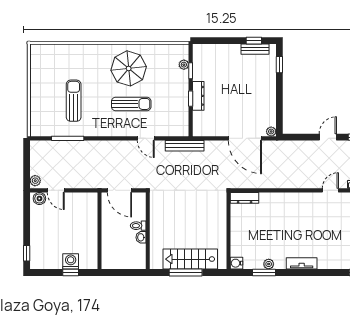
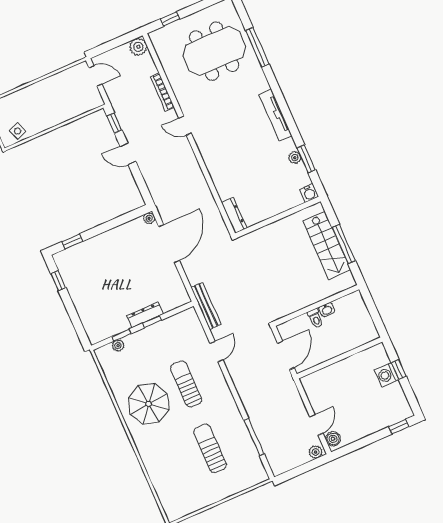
bench: (255, 49) -> (67, 275), removed
sun lounger: (74, 101) -> (210, 448), turned 90
tv unit: (302, 263) -> (275, 115), width x1.41

